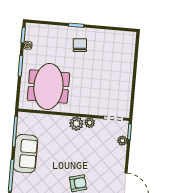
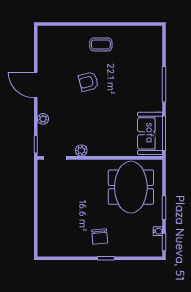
plant: (76, 124) -> (96, 148), removed
plant: (122, 141) -> (43, 119), moved
sofa: (26, 154) -> (150, 133), moved

